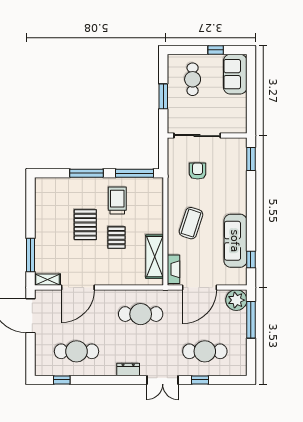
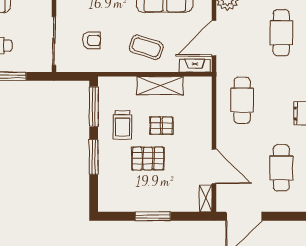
armchair: (198, 171) -> (91, 40), turned 180
trolley: (117, 201) -> (122, 125), turned -90
window: (30, 255) -> (153, 216), moved
shelving: (155, 257) -> (160, 86), moved
door: (200, 288) -> (214, 38), swing flipped

